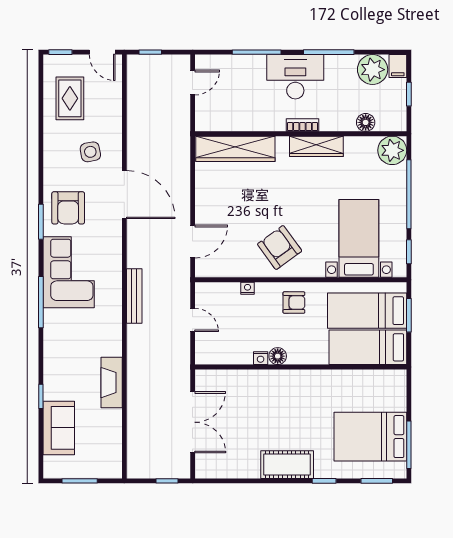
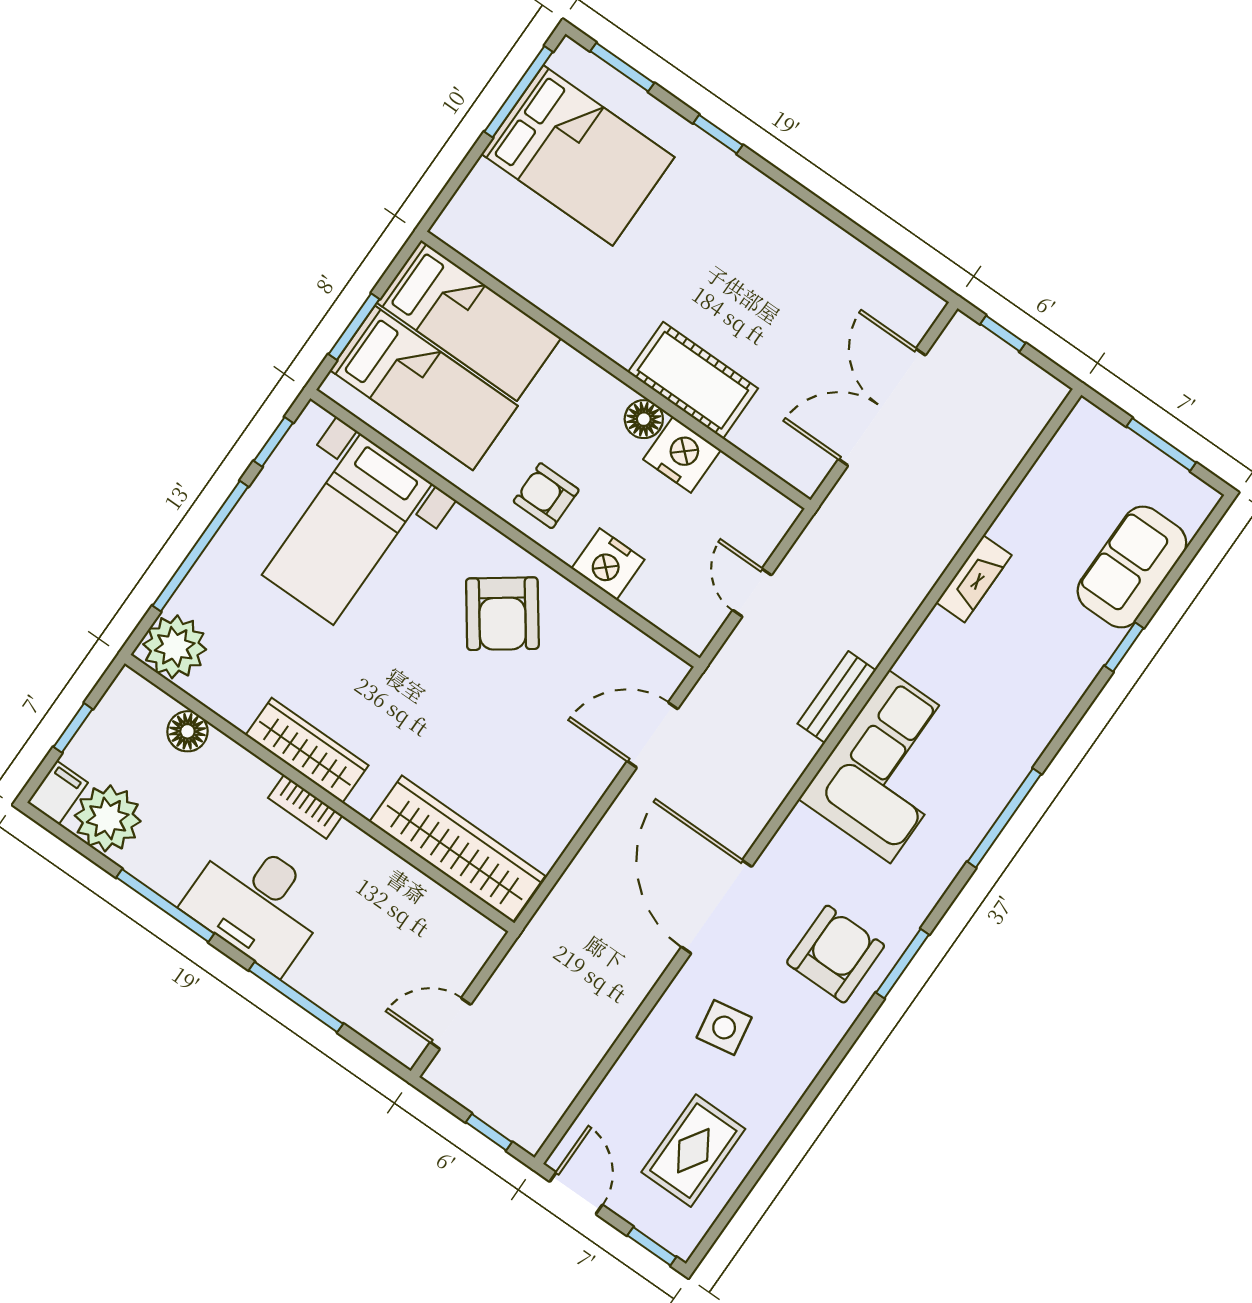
corner sofa: (69, 272) -> (890, 767), moved, turned 180
nightstand: (248, 288) -> (608, 564), width x1.89, depth x1.79
bench: (134, 296) -> (837, 697), width x0.73
nightstand: (261, 358) -> (682, 455), width x1.89, depth x1.79
fireplace: (112, 383) -> (974, 579), width x0.73, depth x0.76
cot: (287, 465) -> (693, 380), moved

